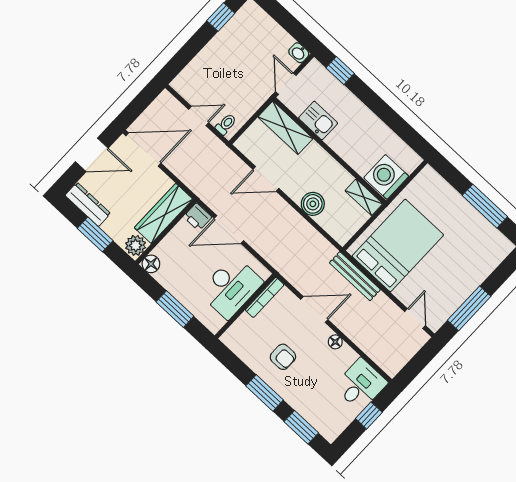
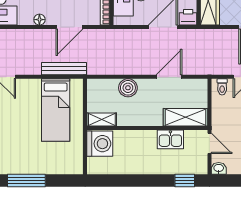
bed: (398, 245) -> (56, 110), width x0.67

